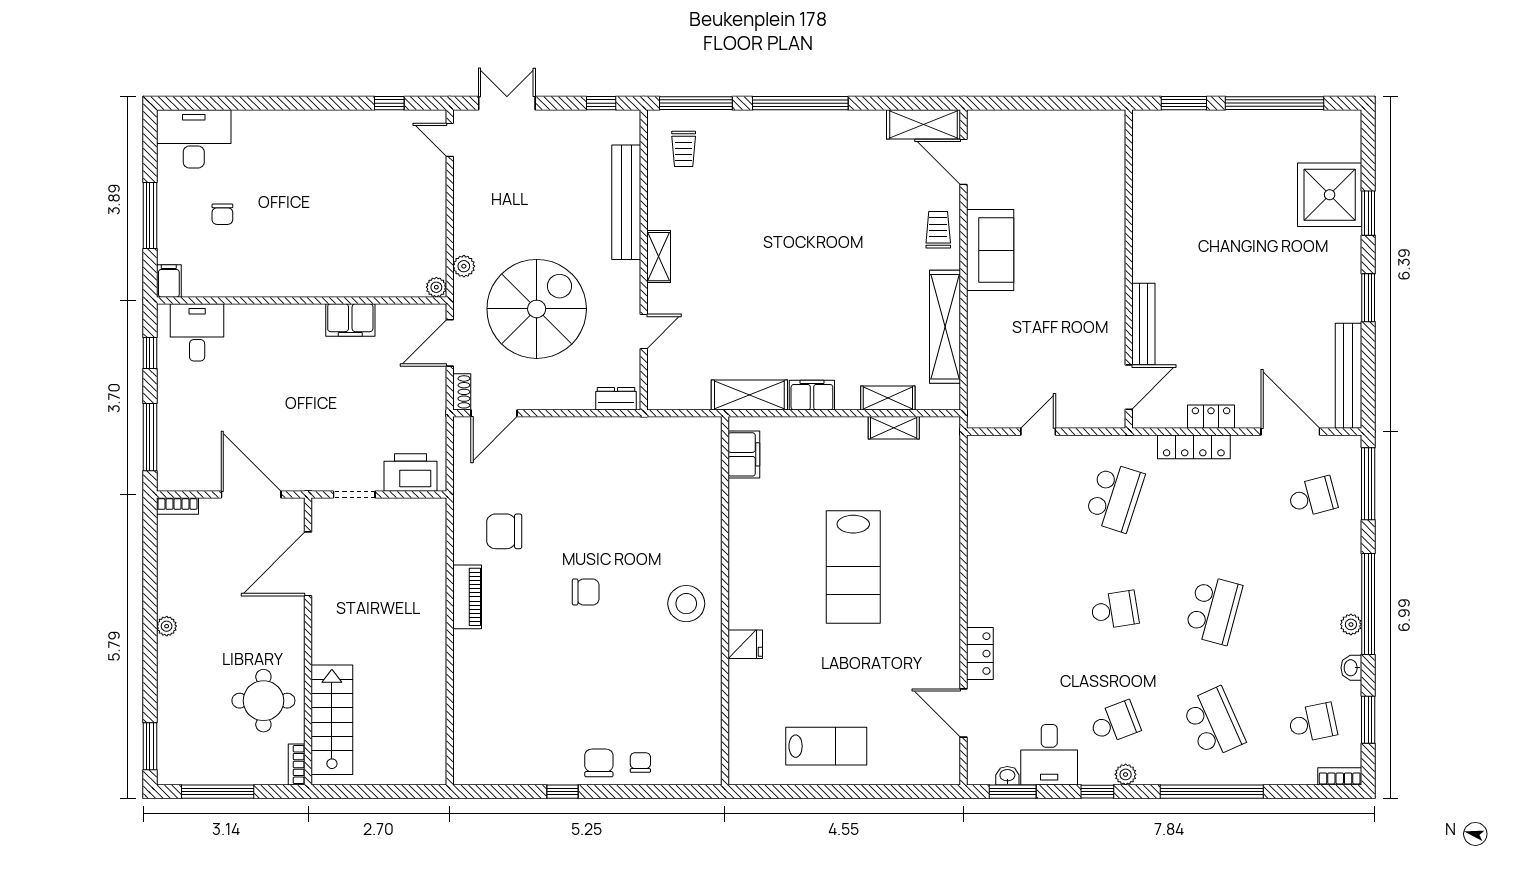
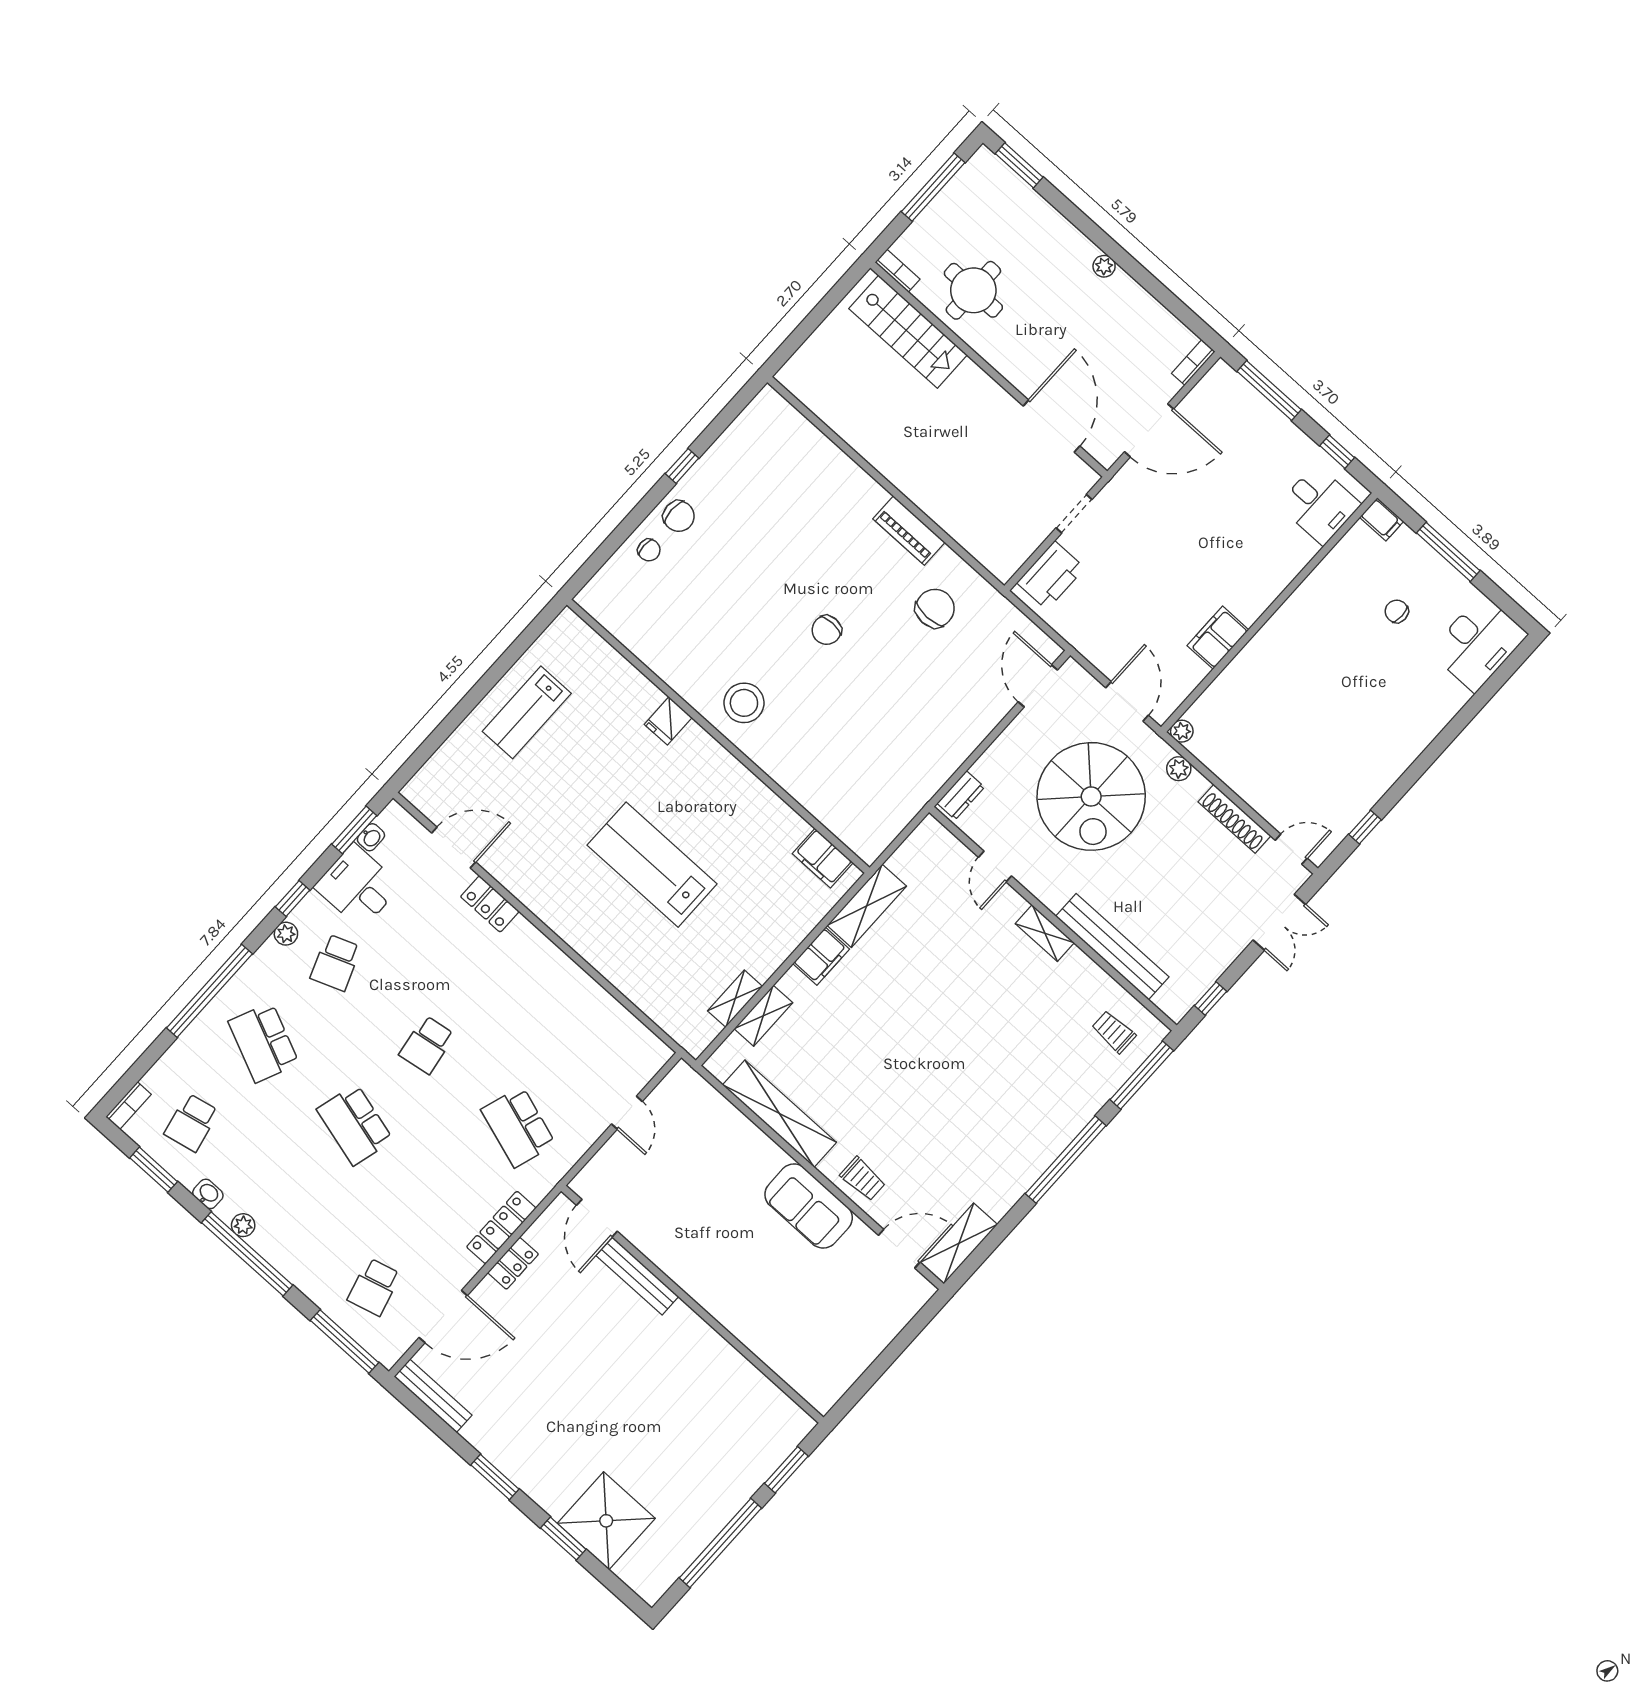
bench: (1348, 376) -> (433, 1396), width x0.73, depth x0.82
shoe rack: (462, 392) -> (1235, 819), moved, width x1.94, depth x1.24
school desk: (1214, 723) -> (264, 1043), turned 48

